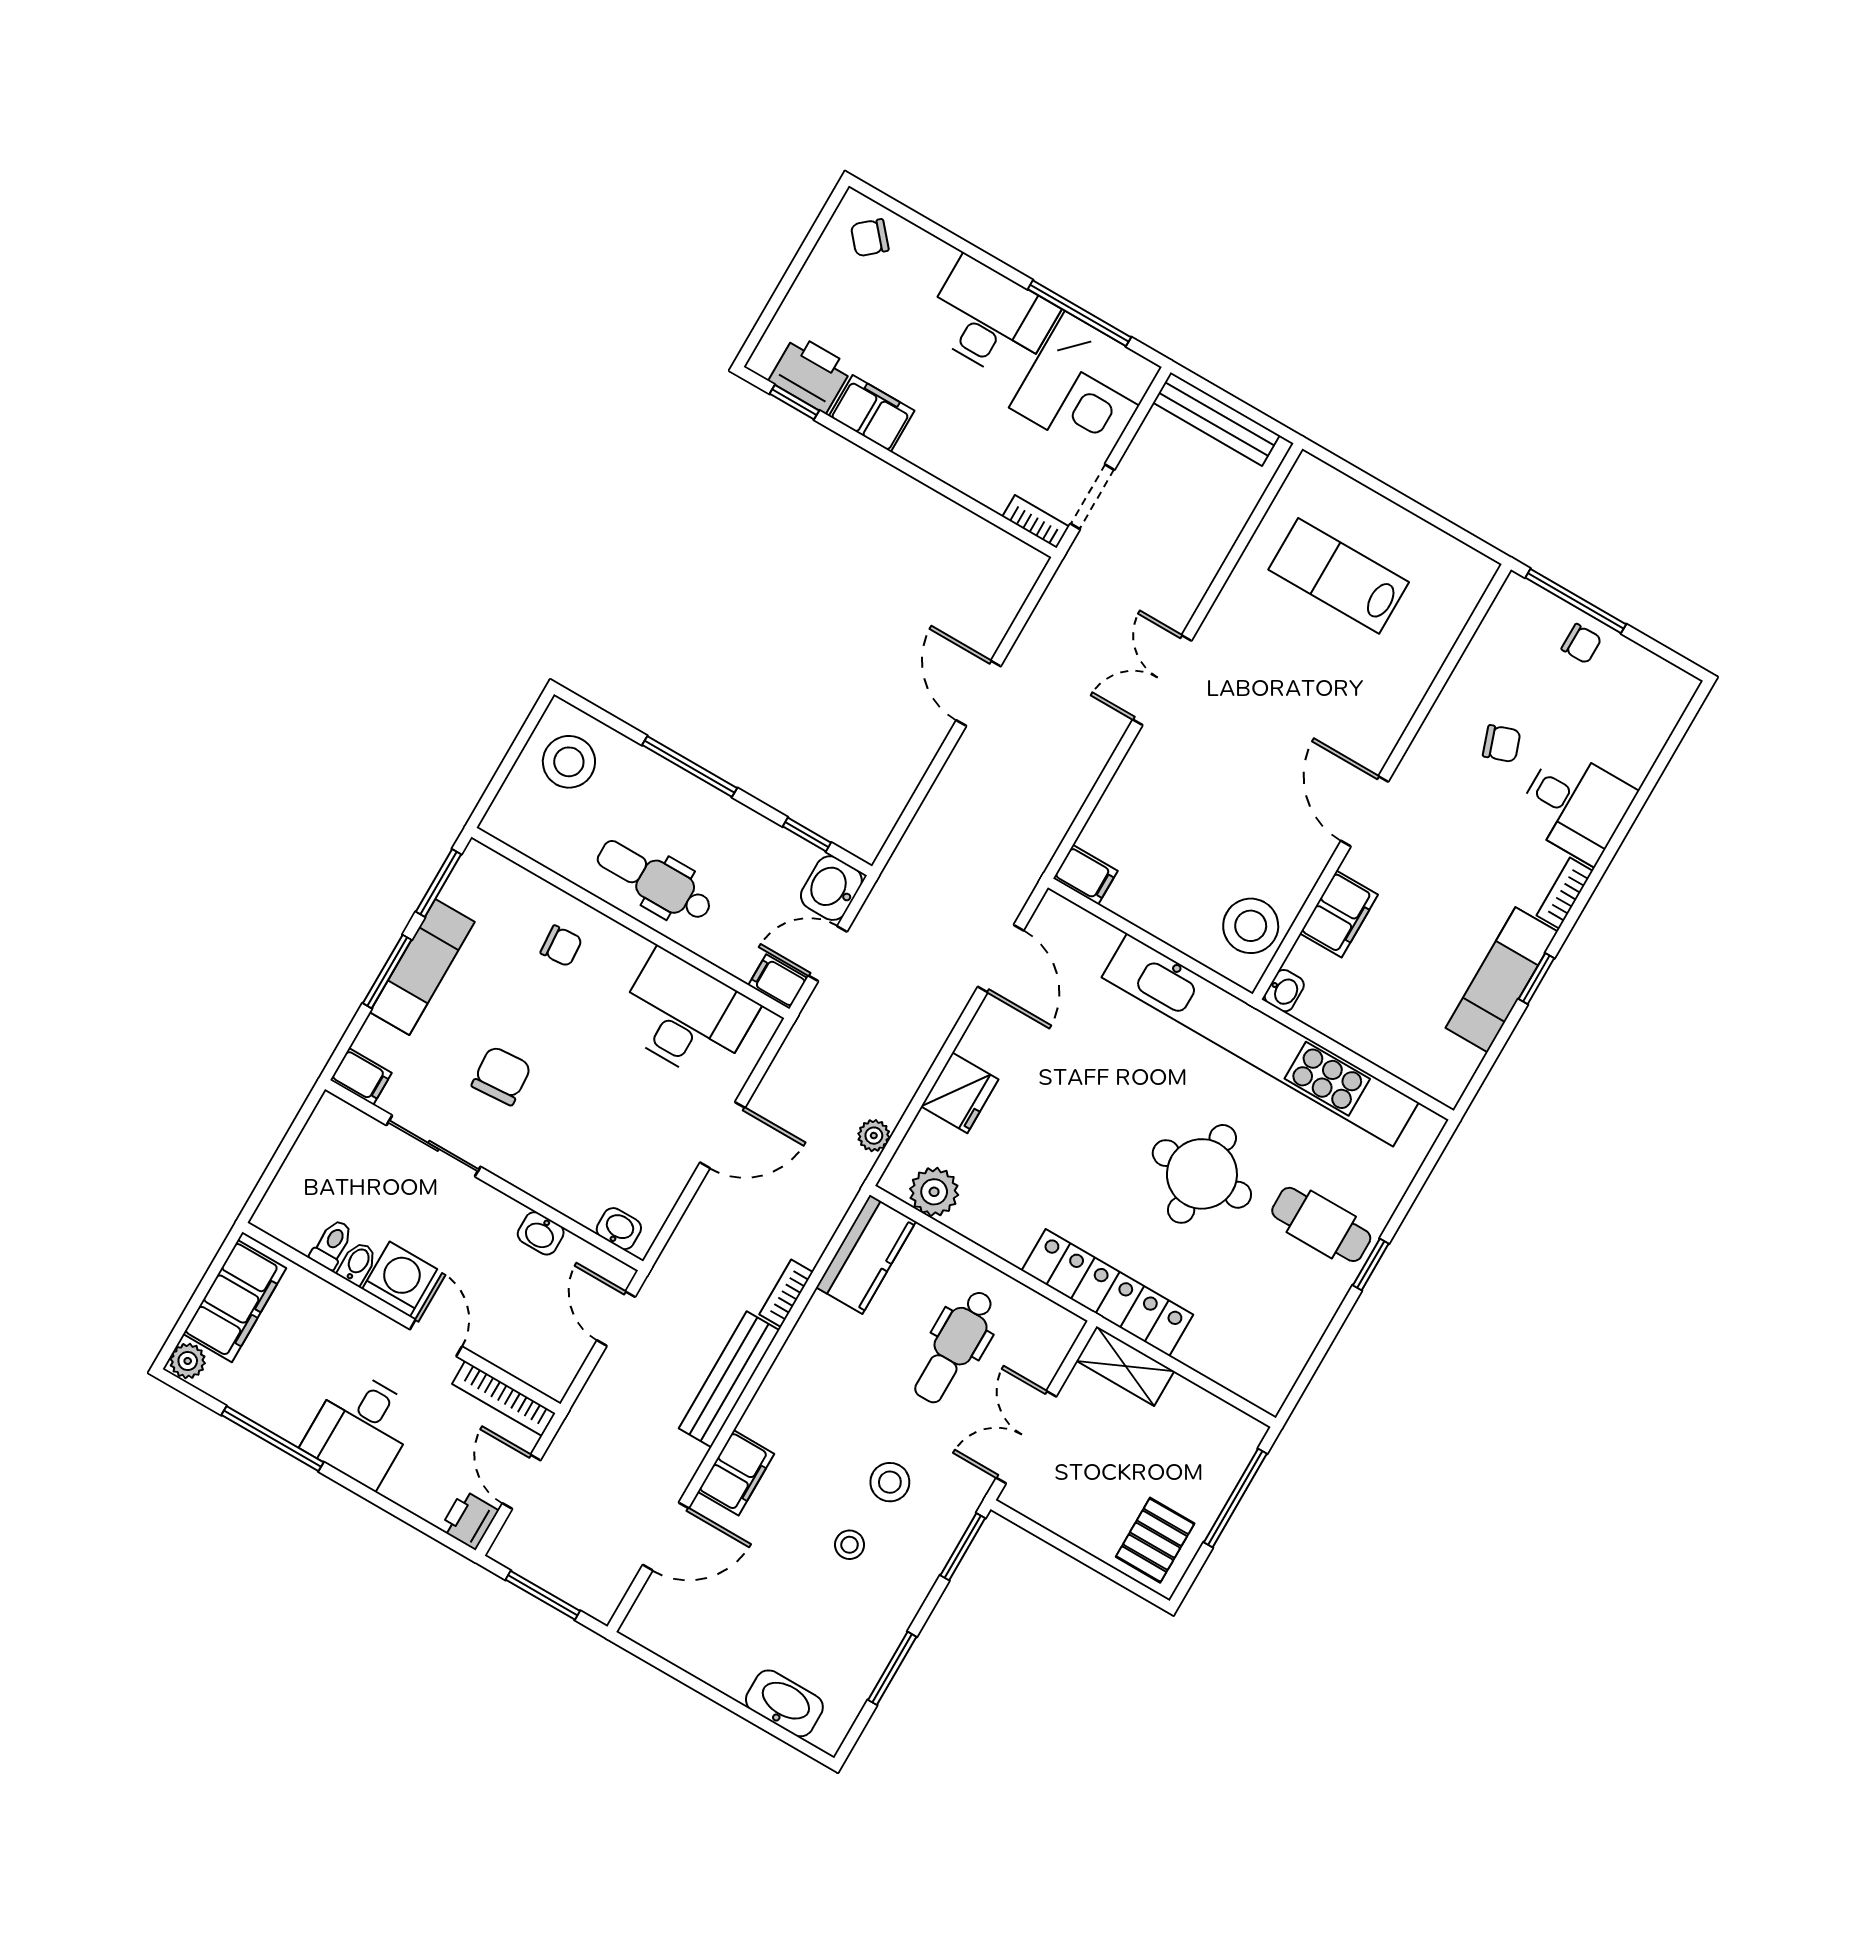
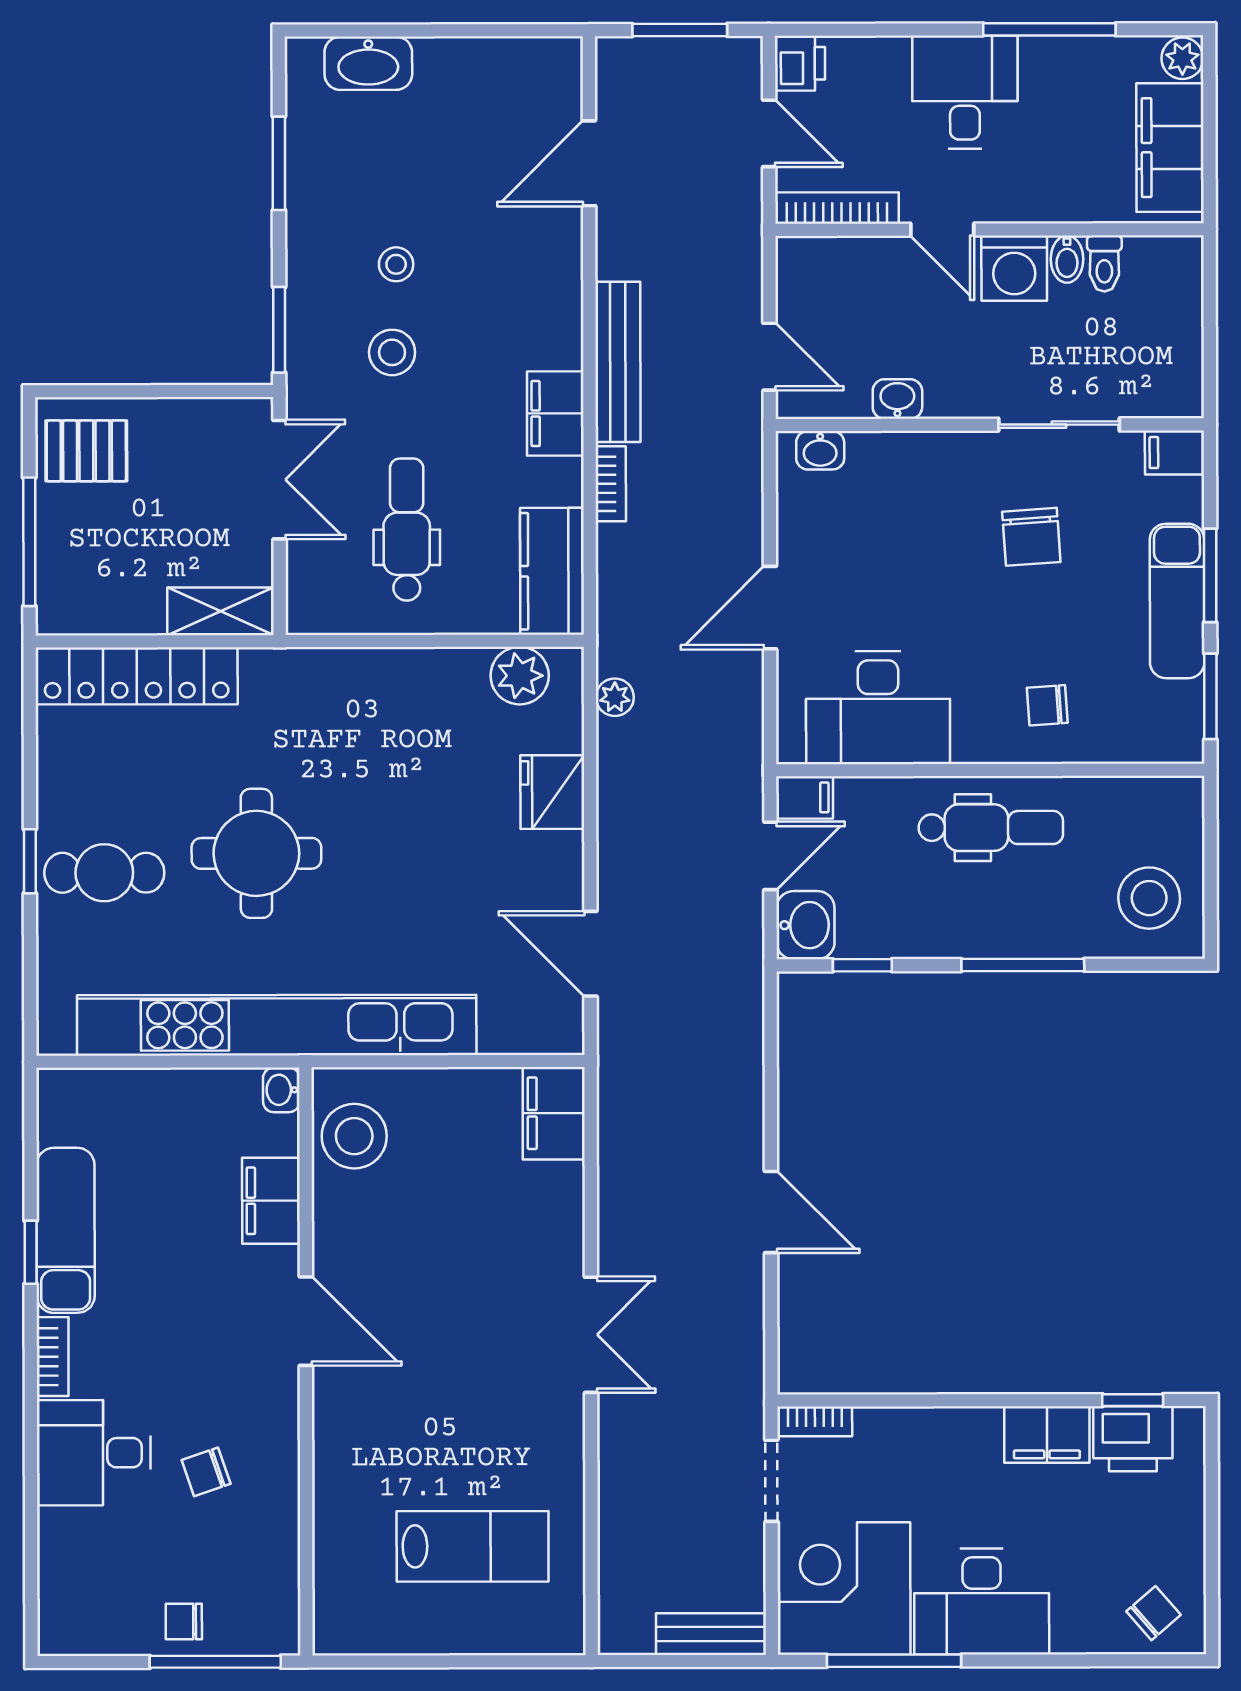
bench: (1216, 419) -> (711, 1634), width x0.73
filing cabinet: (1085, 875) -> (554, 1113), width x2.00
locker: (1107, 1293) -> (137, 676), moved
filing cabinet: (736, 1473) -> (555, 414), moved
pallet: (1155, 1540) -> (86, 451), turned 90

